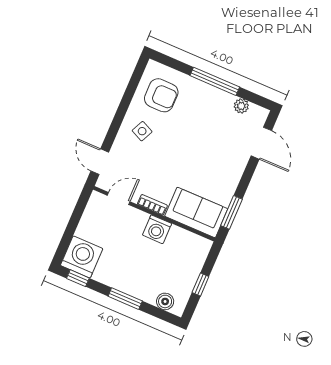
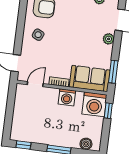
plant: (238, 165) -> (109, 39), added
washing machine: (82, 257) -> (94, 104), moved, turned 180
window: (200, 285) -> (108, 111), moved

